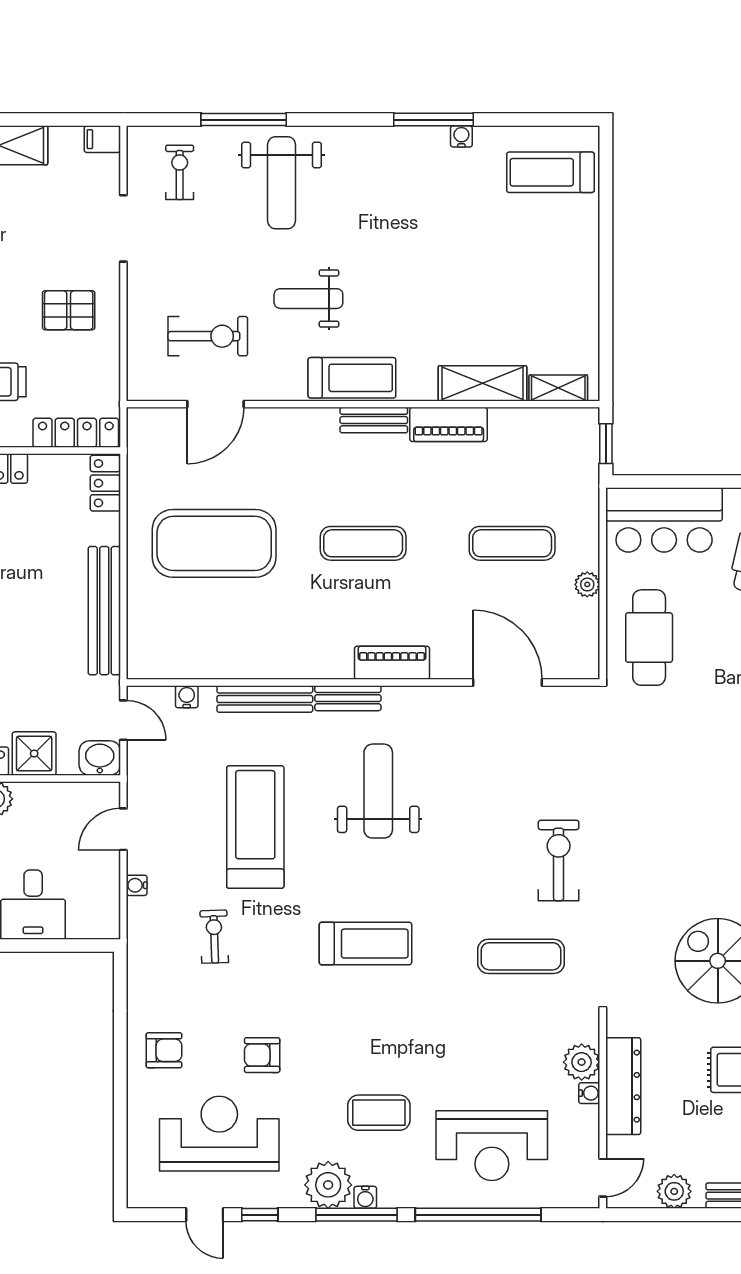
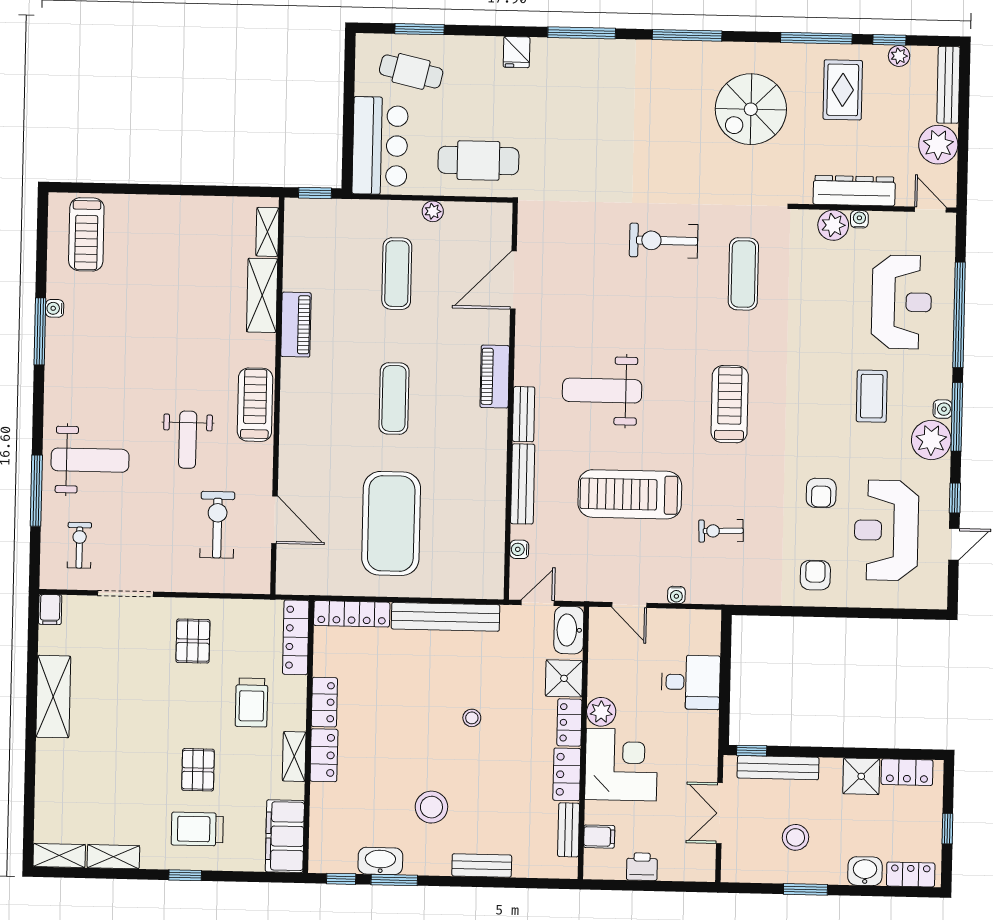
exercise bike: (180, 172) -> (79, 545), turned 90
bench: (374, 420) -> (291, 387), removed
locker: (105, 483) -> (352, 614), width x1.53
washbasin: (100, 758) -> (569, 630), width x1.38
plant: (674, 1191) -> (938, 145), width x1.36, depth x1.36

